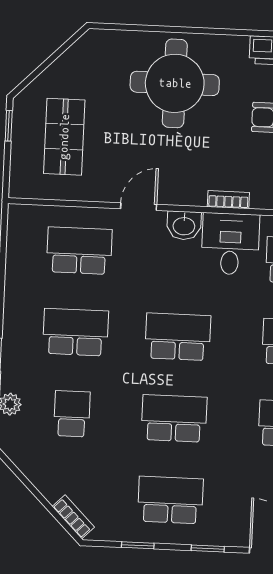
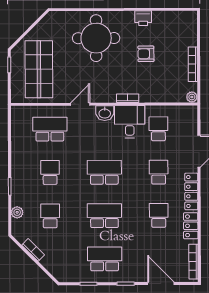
shop shelf: (64, 137) -> (39, 69), width x1.43, depth x1.36
school desk: (76, 332) -> (50, 172), width x0.54
bookcase: (73, 517) -> (33, 250), moved

